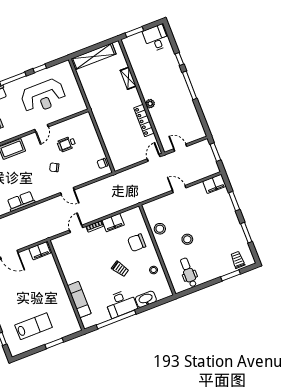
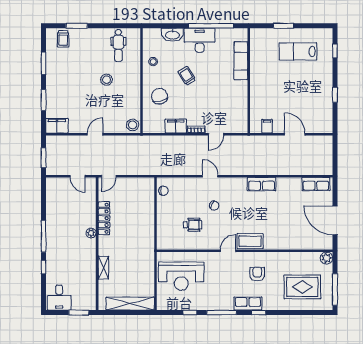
reception desk: (43, 96) -> (181, 276), moved, turned 180
door: (42, 128) -> (228, 251), moved
door: (179, 189) -> (95, 134), swing flipped
stool: (160, 229) -> (133, 125), moved
chair: (137, 243) -> (160, 96), turned -103
filing cabinet: (40, 251) -> (267, 126), width x0.50

